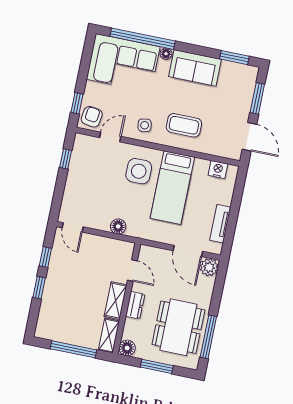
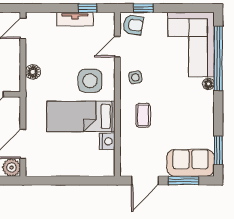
sofa: (195, 68) -> (191, 163), moved, turned 90
coffee table: (184, 125) -> (143, 115), width x0.73, depth x0.77
door: (110, 137) -> (117, 47), swing flipped
nightstand: (218, 170) -> (107, 141), moved
tv unit: (220, 224) -> (75, 19), moved, turned 180

